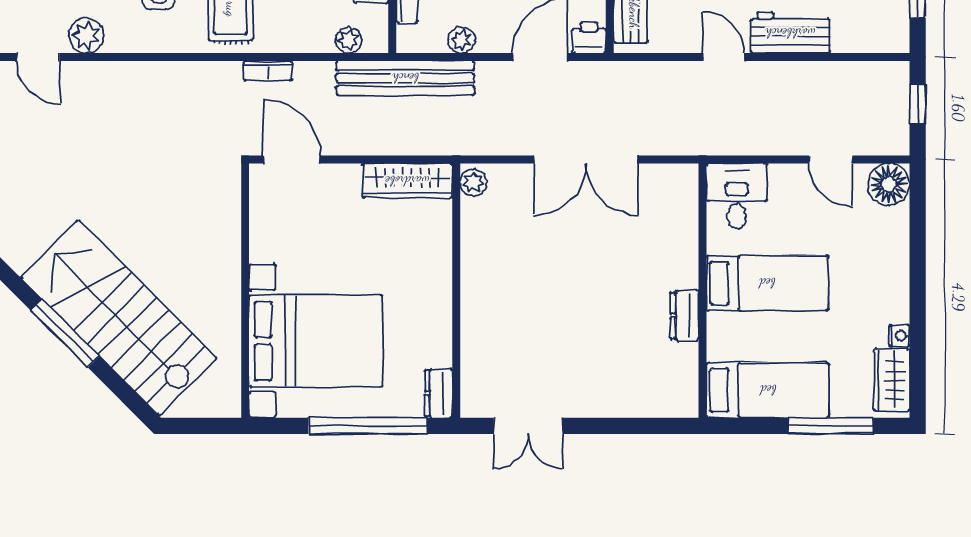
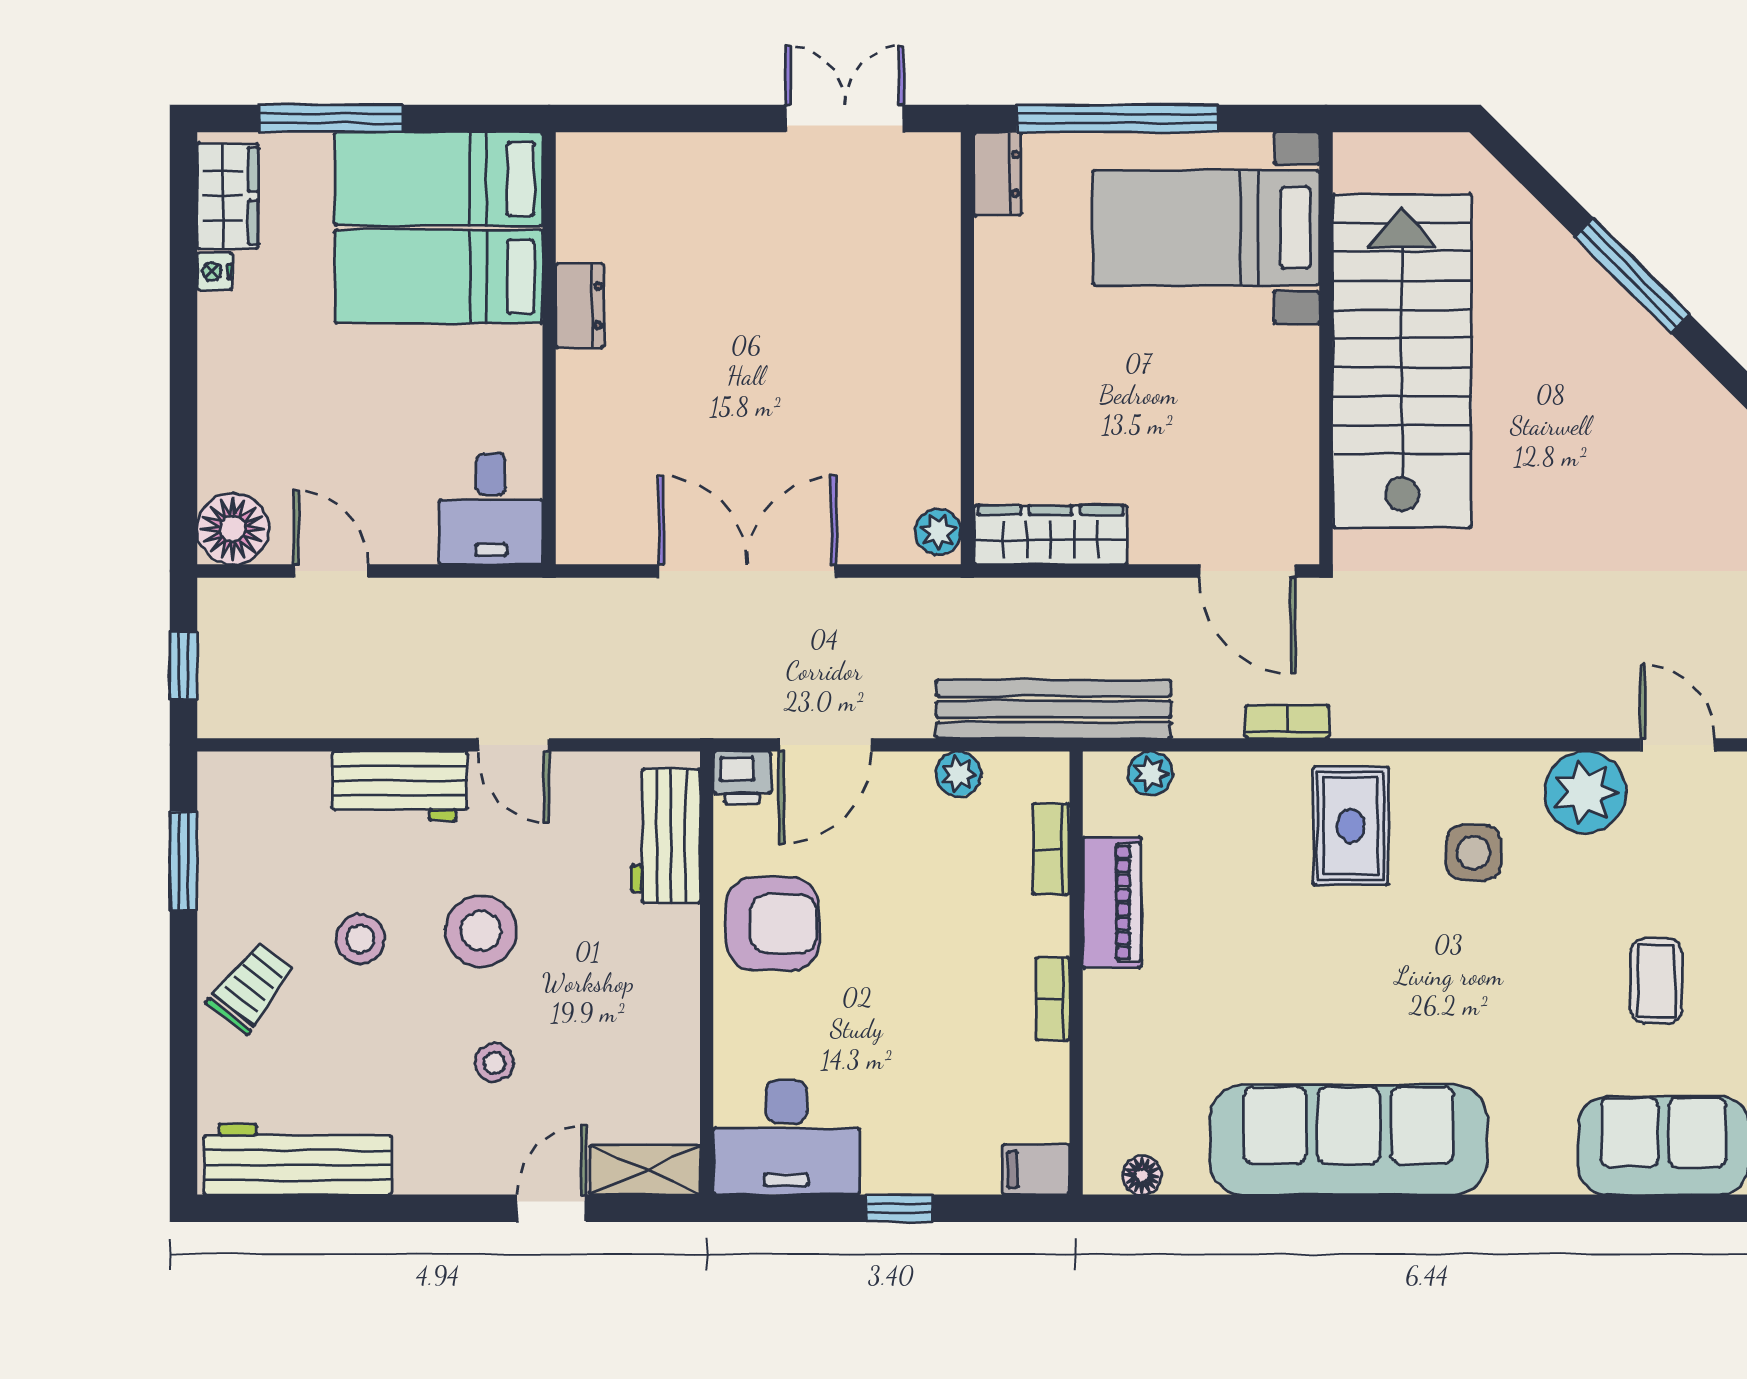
plant: (86, 36) -> (1585, 792), width x1.36, depth x1.36
bed: (767, 283) -> (439, 277), moved
stairs: (119, 318) -> (1402, 361), moved, turned -135
bed with nightstands: (316, 341) -> (1206, 228), width x0.73

